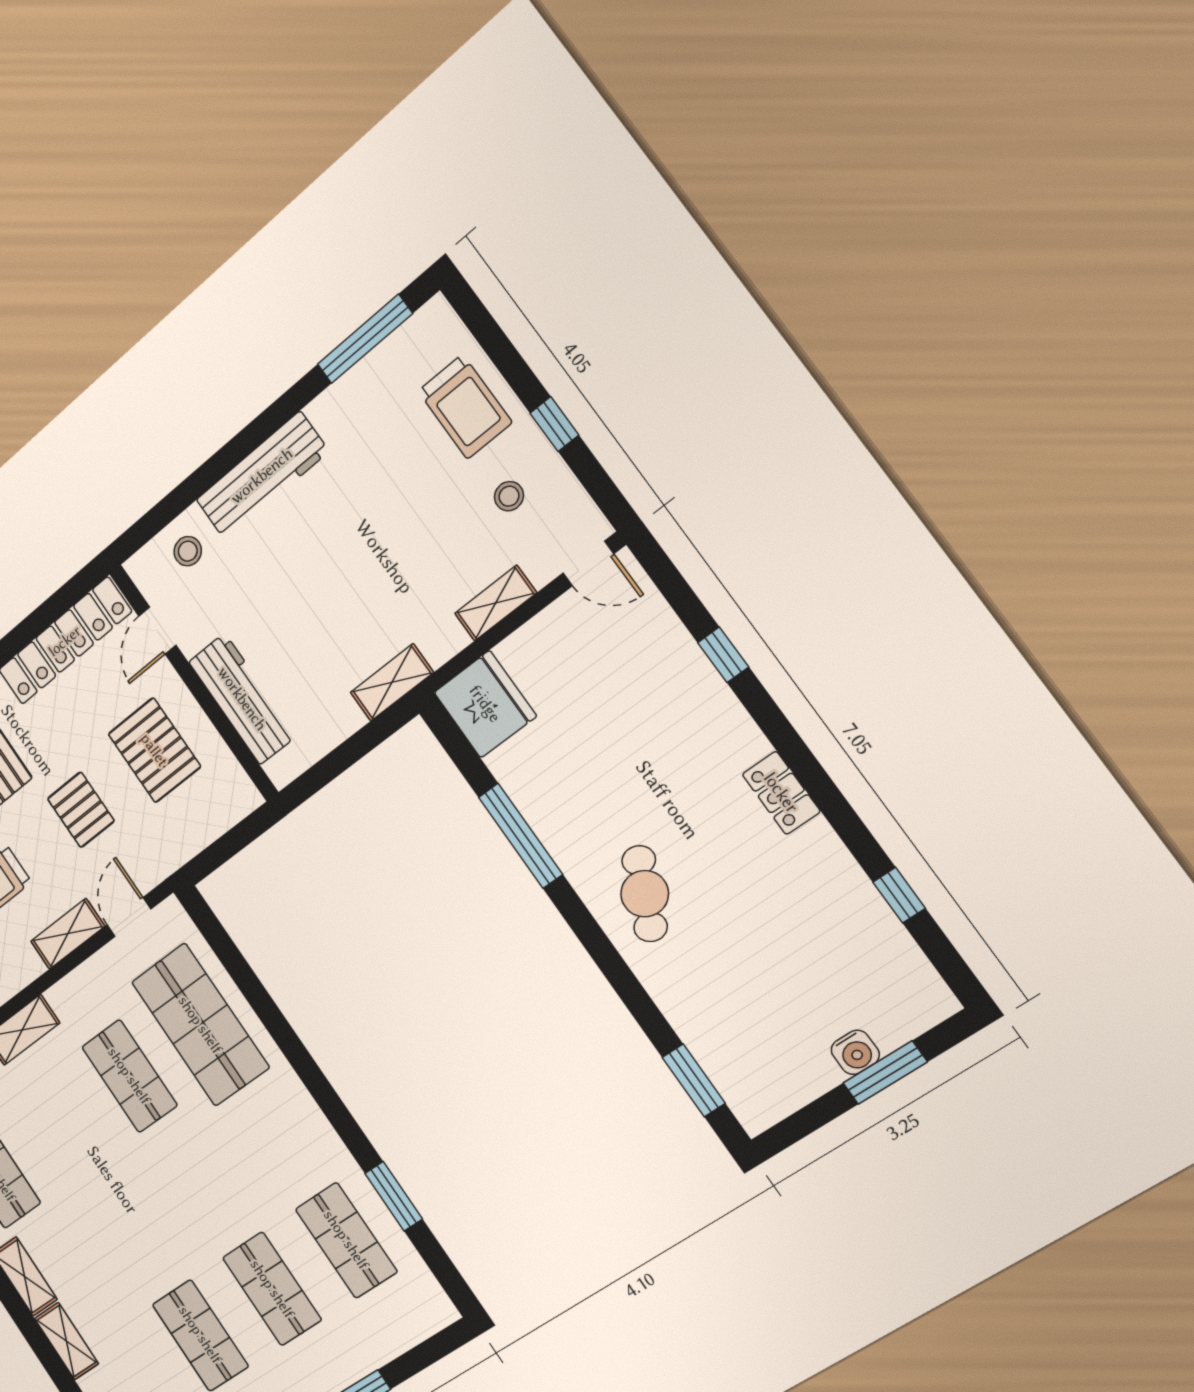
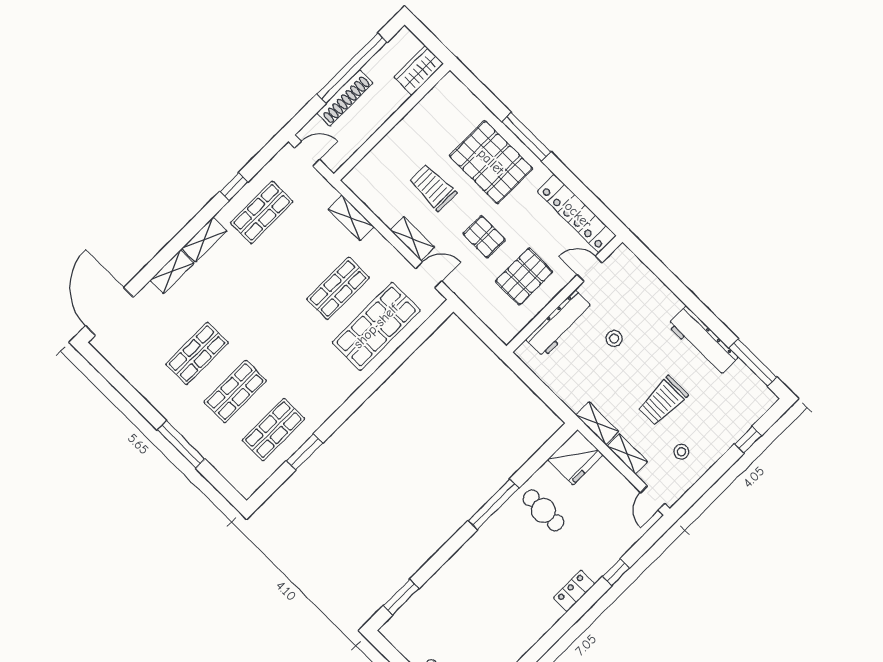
trolley: (465, 407) -> (663, 401), moved
window: (554, 424) -> (748, 440), moved
workbench: (262, 476) -> (703, 341), moved
stool: (188, 551) -> (614, 339), moved
shelving: (392, 682) -> (597, 423), moved
locker: (781, 793) -> (574, 591), moved
pallet: (81, 810) -> (484, 237), turned 90
window: (520, 836) -> (493, 504), moved
cafe table: (645, 894) -> (543, 510), moved, turned 65

